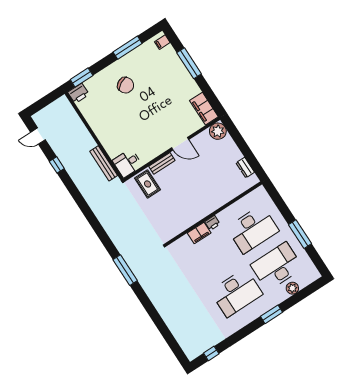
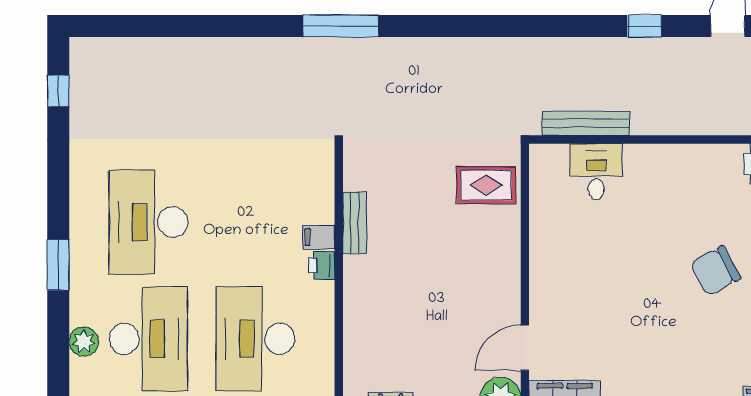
door: (180, 144) -> (525, 348), moved
desk: (127, 163) -> (596, 172), moved
bench: (162, 163) -> (355, 223), moved
filing cabinet: (199, 233) -> (319, 237), width x0.50

